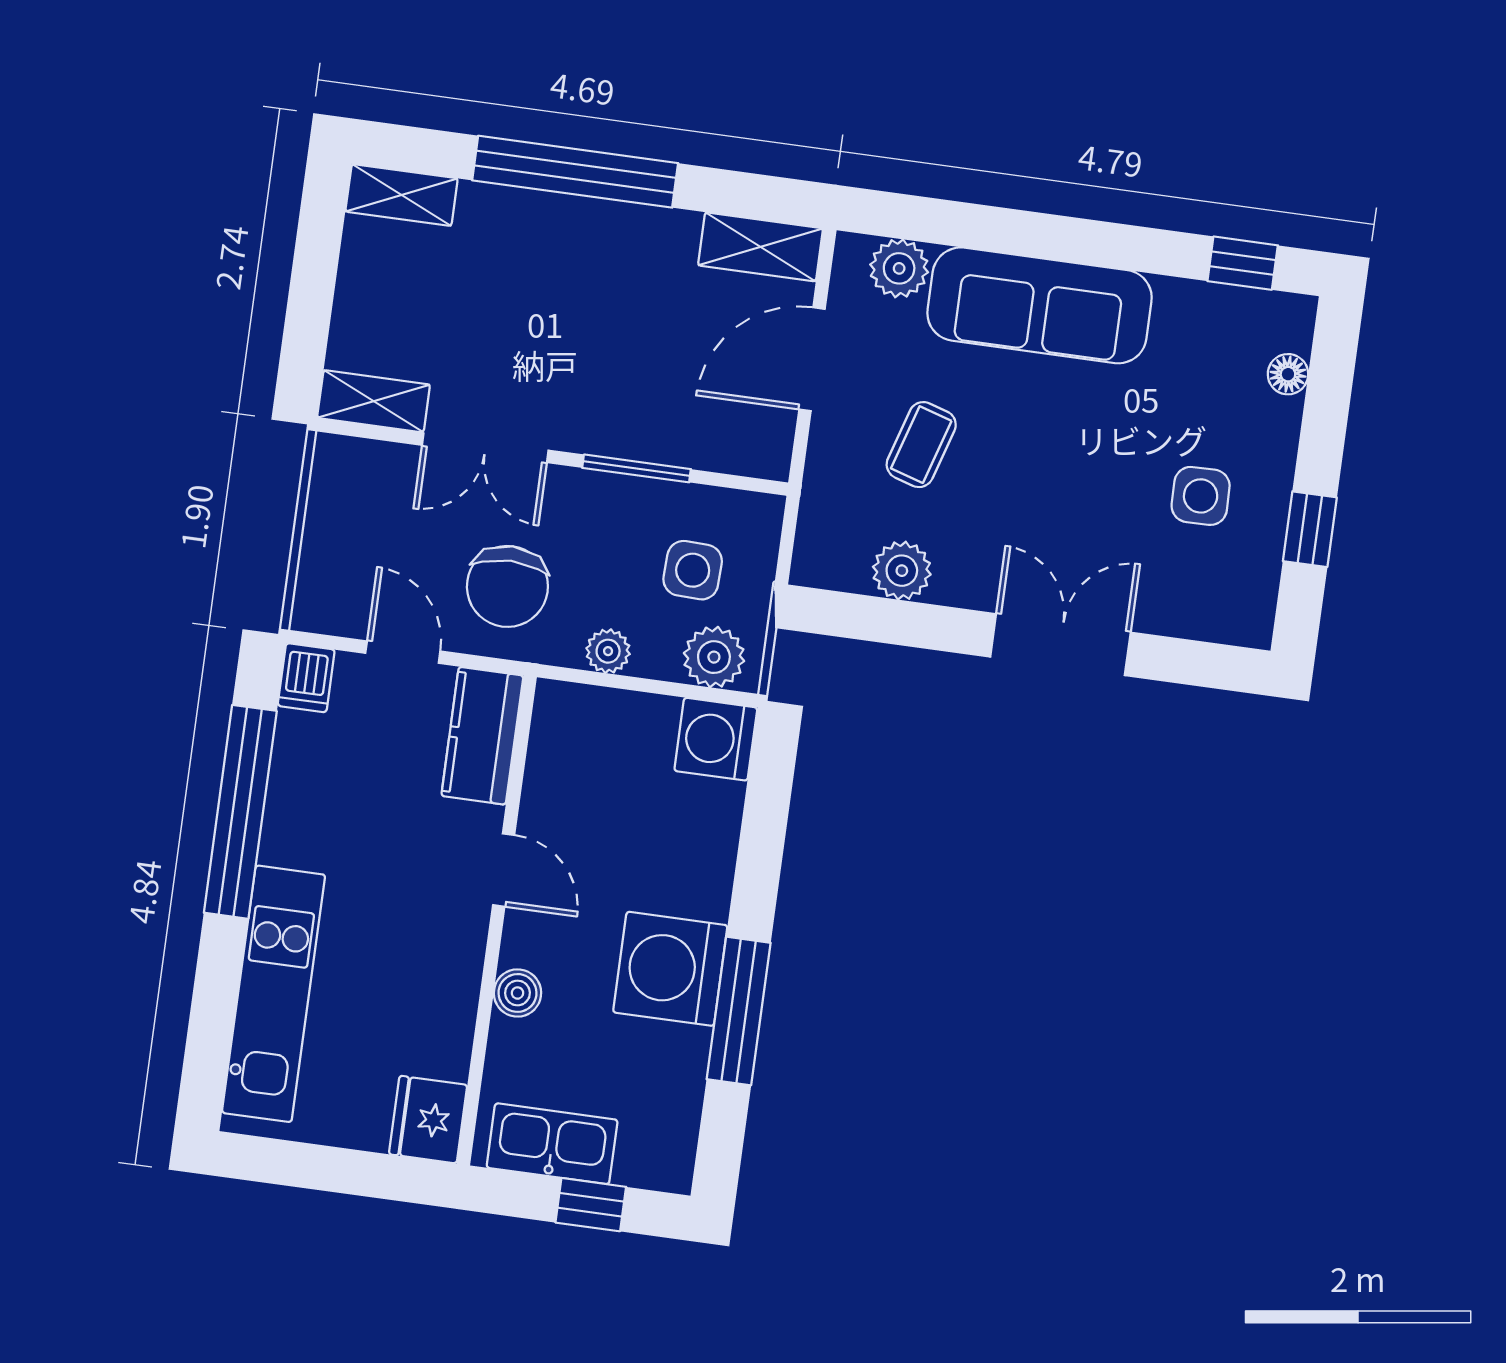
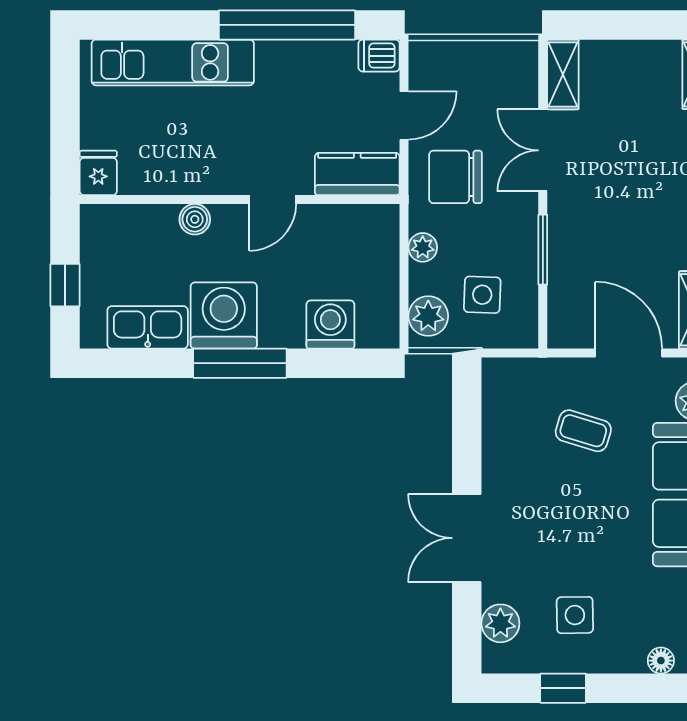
plant: (902, 571) -> (500, 623), moved
double door: (1060, 645) -> (467, 538), swing flipped
washing machine: (716, 739) -> (330, 325), moved
window: (739, 1011) -> (240, 363), moved
fridge: (428, 1120) -> (98, 173), width x0.72
kitchen sink: (552, 1144) -> (148, 327), moved, turned -90

